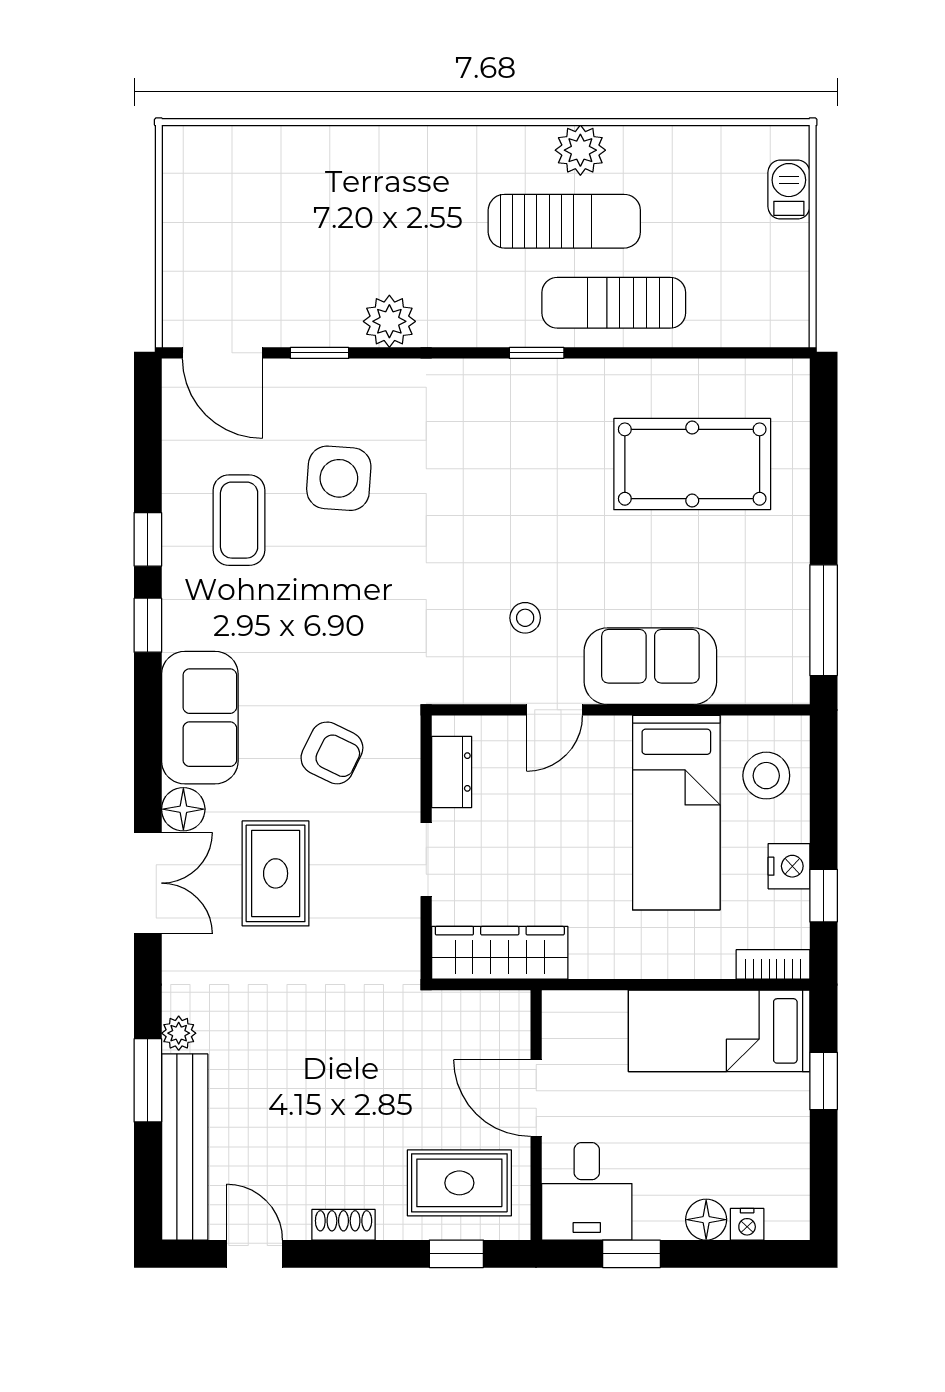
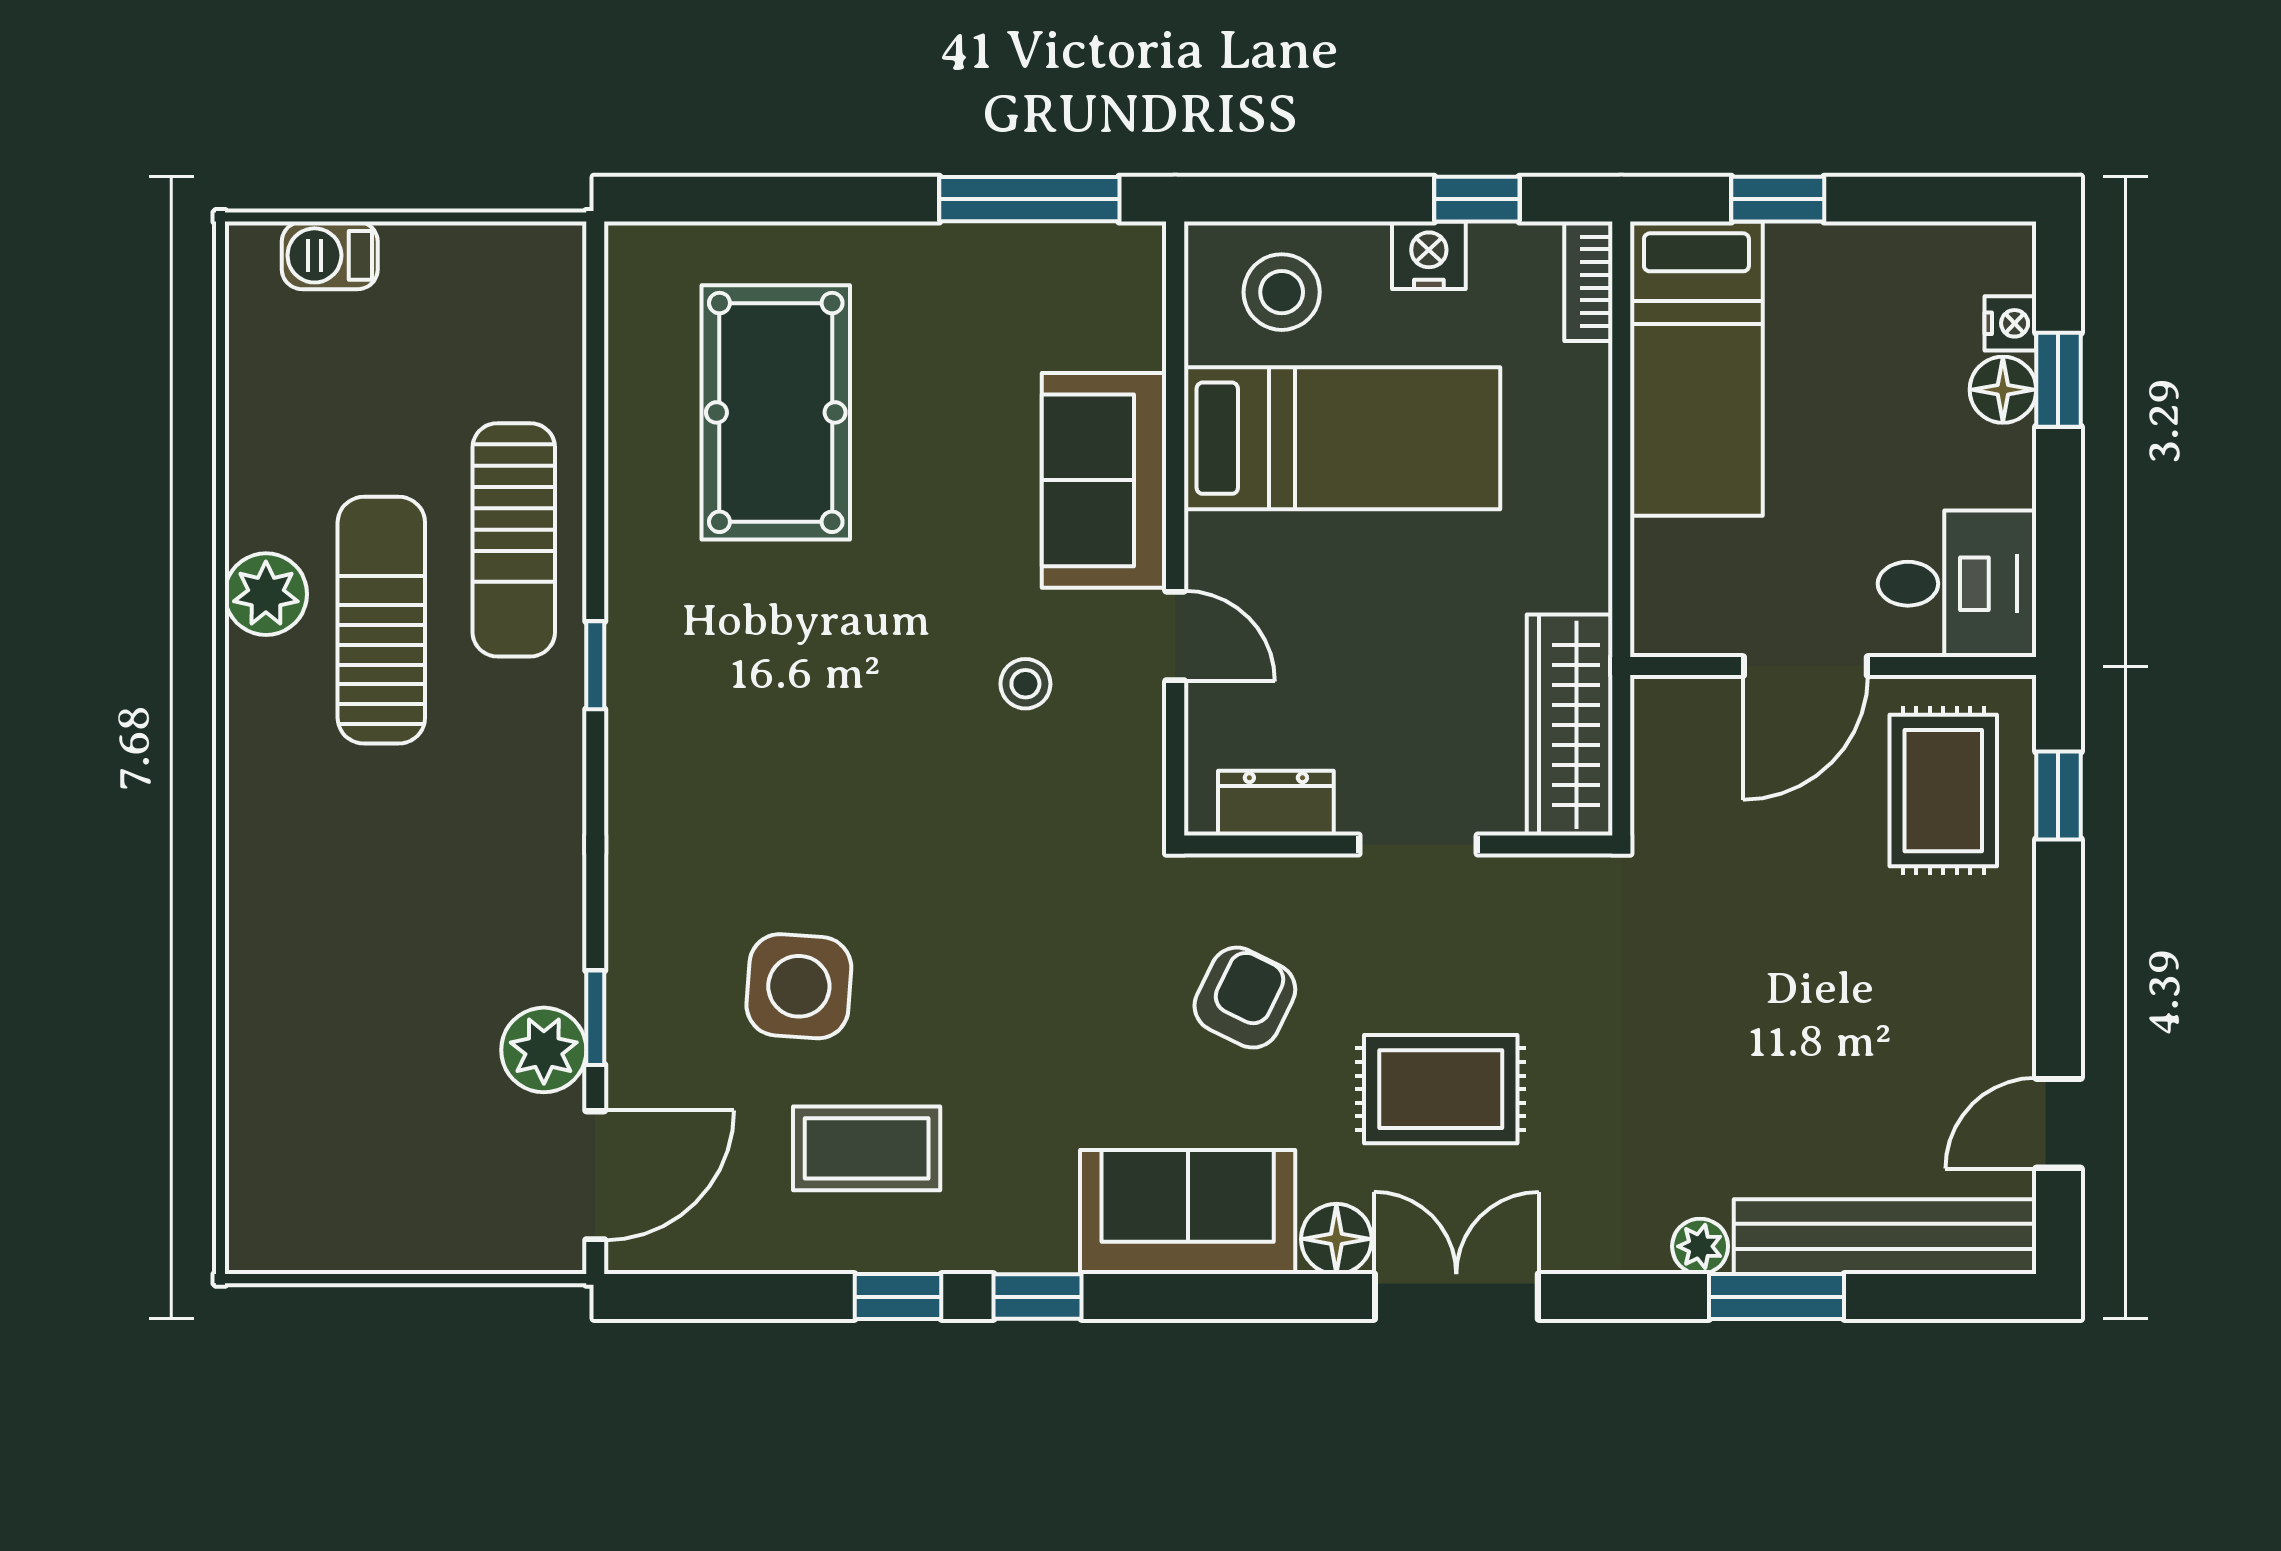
plant: (389, 321) -> (544, 1050), moved
shoe rack: (344, 1225) -> (2011, 979), removed
window: (631, 1254) -> (2058, 380), moved

